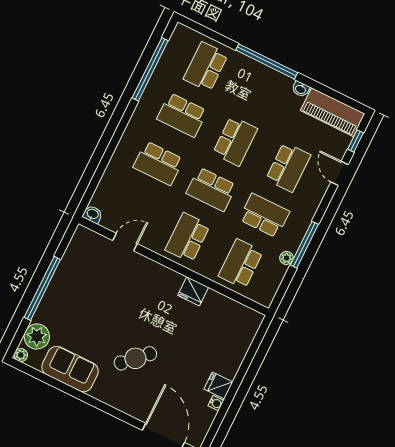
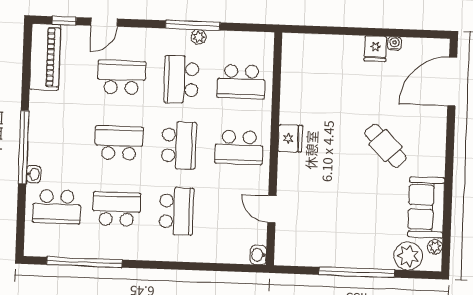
washbasin: (301, 89) -> (33, 174), moved
school desk: (182, 115) -> (117, 209), turned -90
plant: (287, 258) -> (199, 37), moved
fridge: (193, 291) -> (290, 138), moved
plant: (21, 355) -> (435, 247), moved

